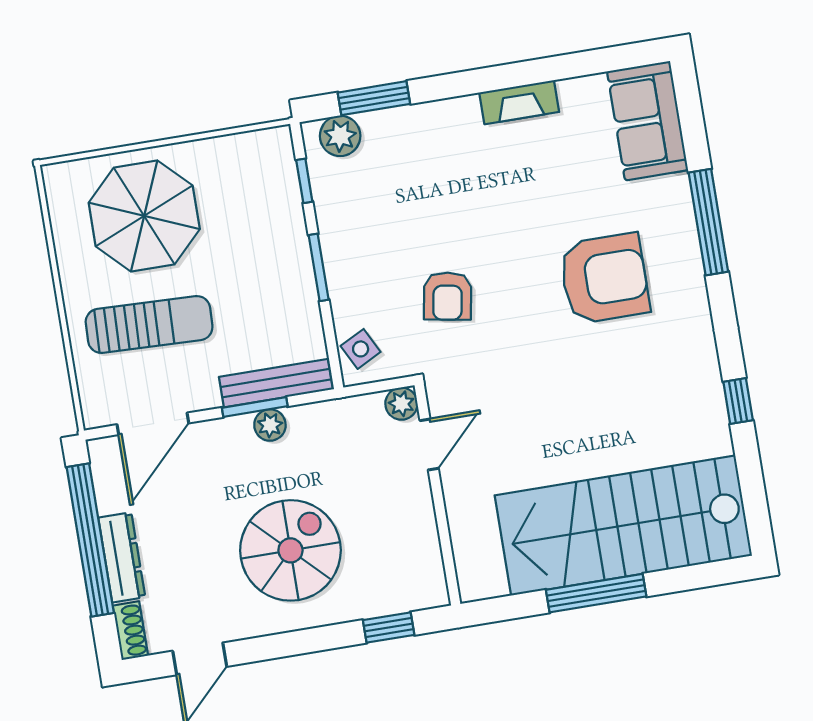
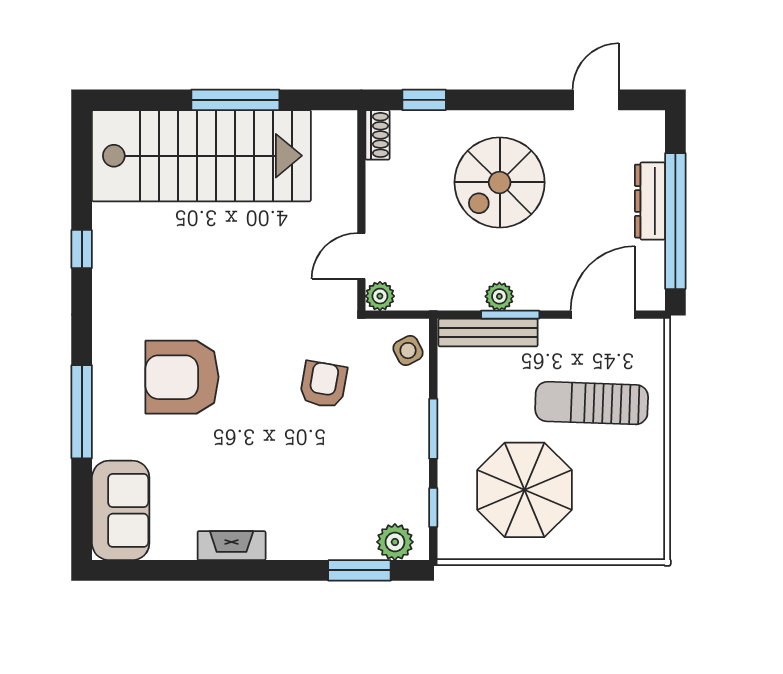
parasol: (144, 216) -> (525, 490), moved
shoe rack: (130, 631) -> (378, 135), moved, turned 180

